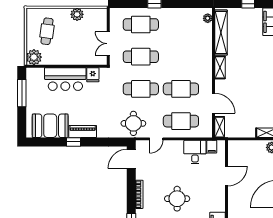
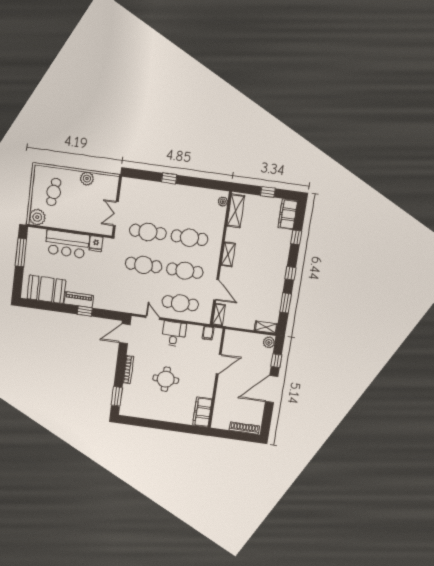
cafe table: (141, 24) -> (189, 238), moved
shelving: (221, 33) -> (236, 211), width x0.68
round table: (133, 123) -> (131, 299), removed
door: (156, 139) -> (153, 318), swing flipped
window: (74, 142) -> (85, 311), moved
desk: (195, 152) -> (174, 334), moved

